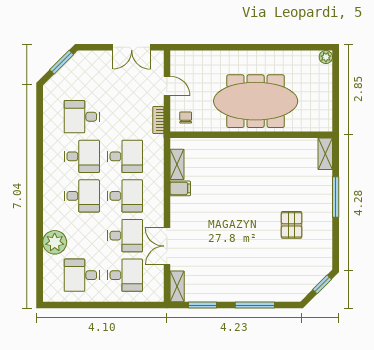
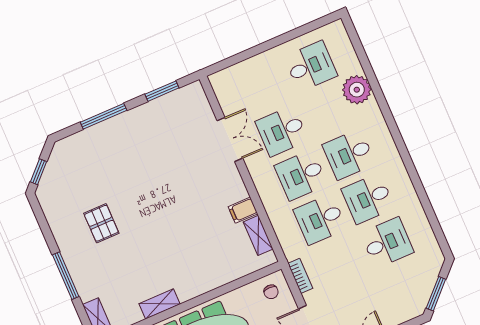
desk: (125, 275) -> (263, 87), removed
shelving: (177, 286) -> (159, 304), moved, turned 90

